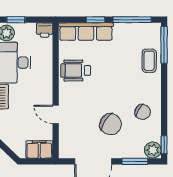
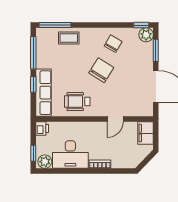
wheelchair: (76, 70) -> (77, 102), turned 90
chair: (111, 124) -> (101, 70), moved

